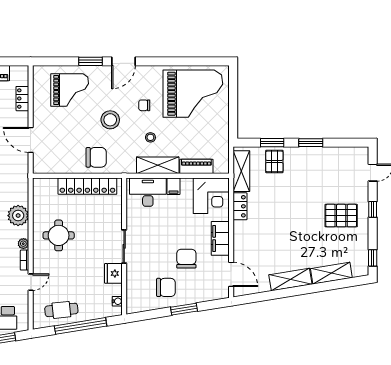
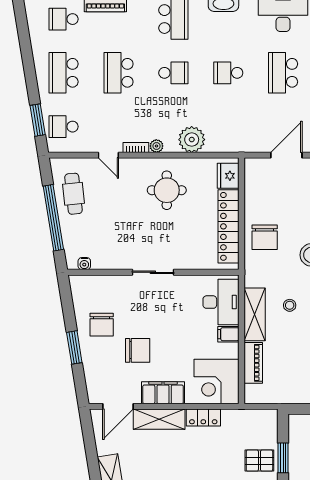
shelving: (241, 171) -> (159, 419), moved
fridge: (113, 273) -> (228, 176), moved, turned -90

